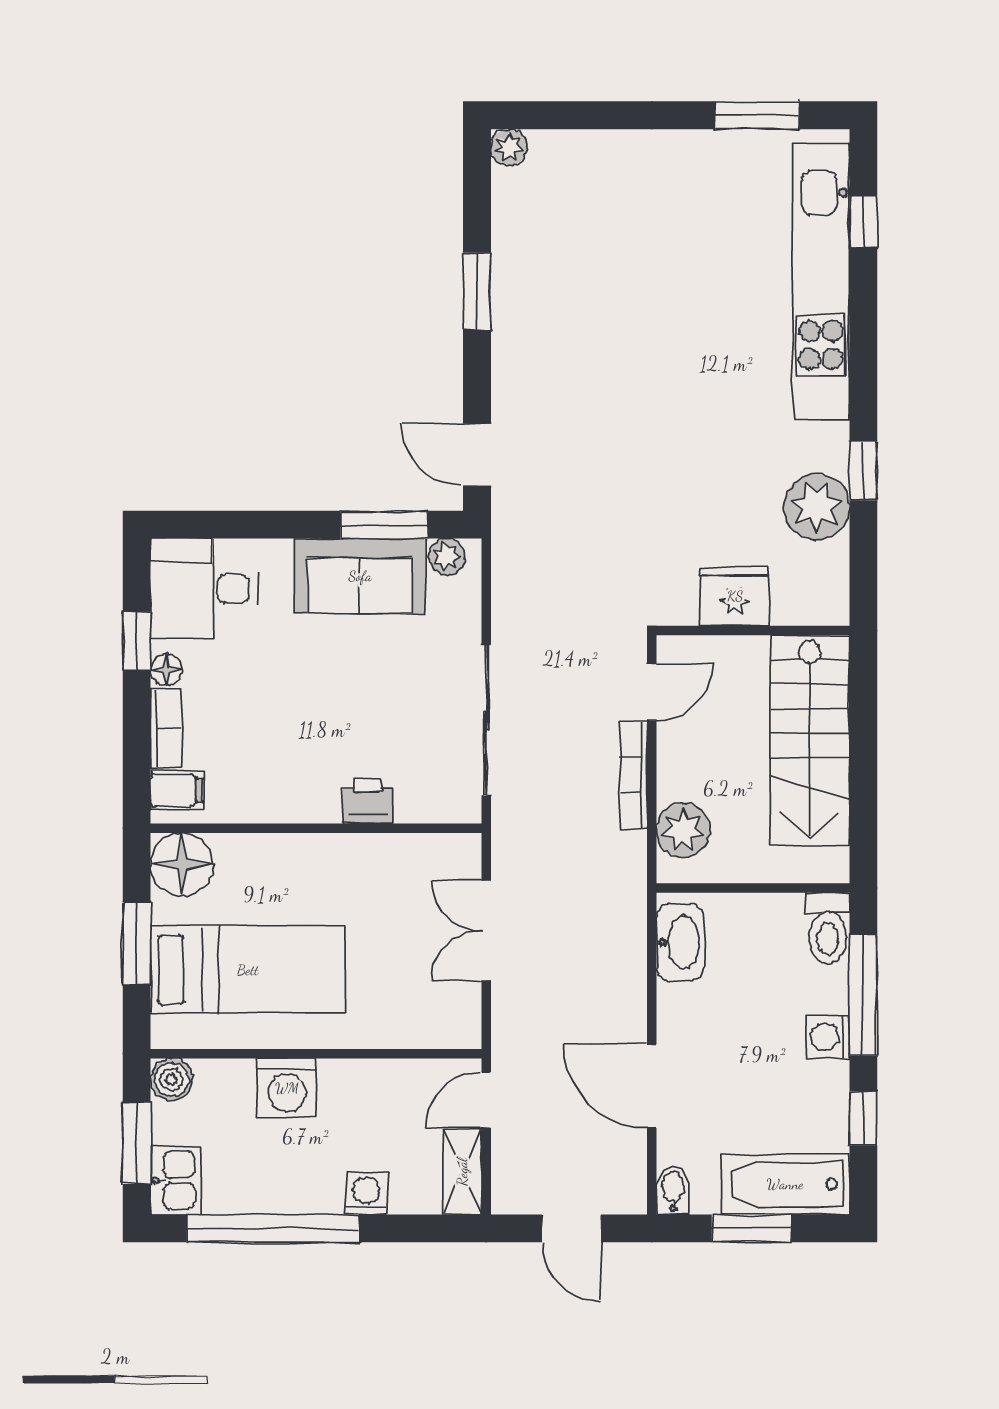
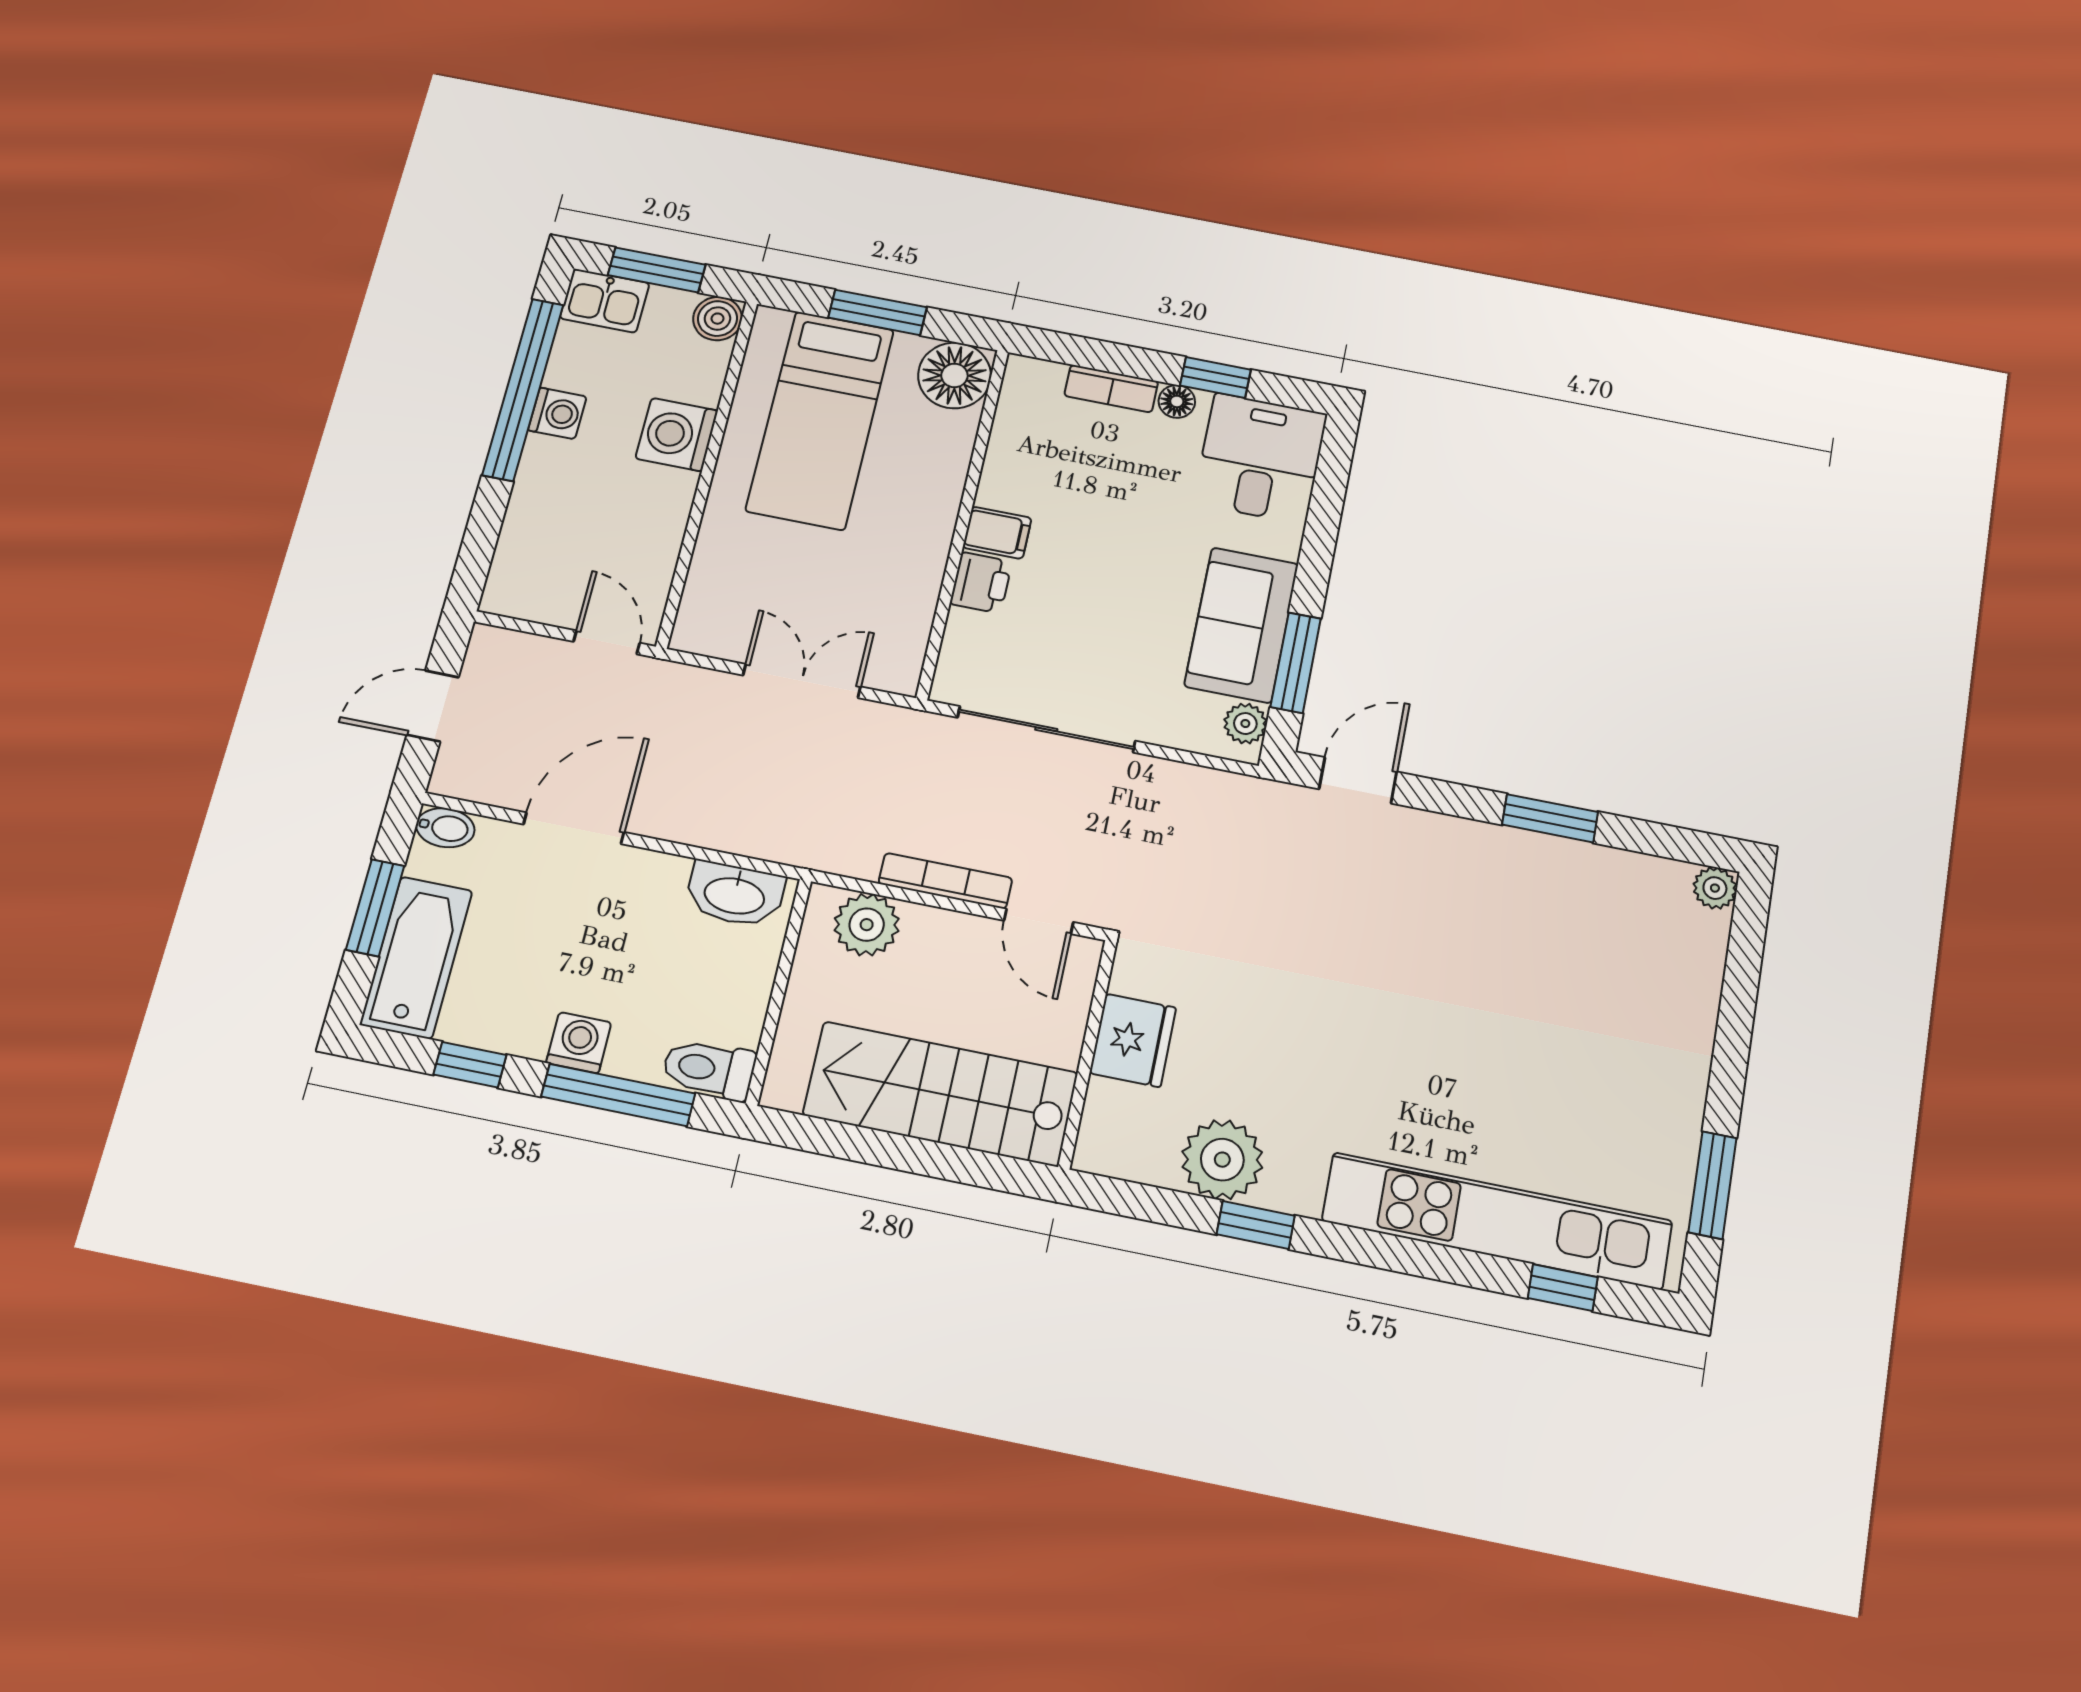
filing cabinet: (177, 790) -> (997, 533), moved, turned -90
shelving: (462, 1172) -> (532, 600), removed
washing machine: (366, 1194) -> (557, 413), moved

